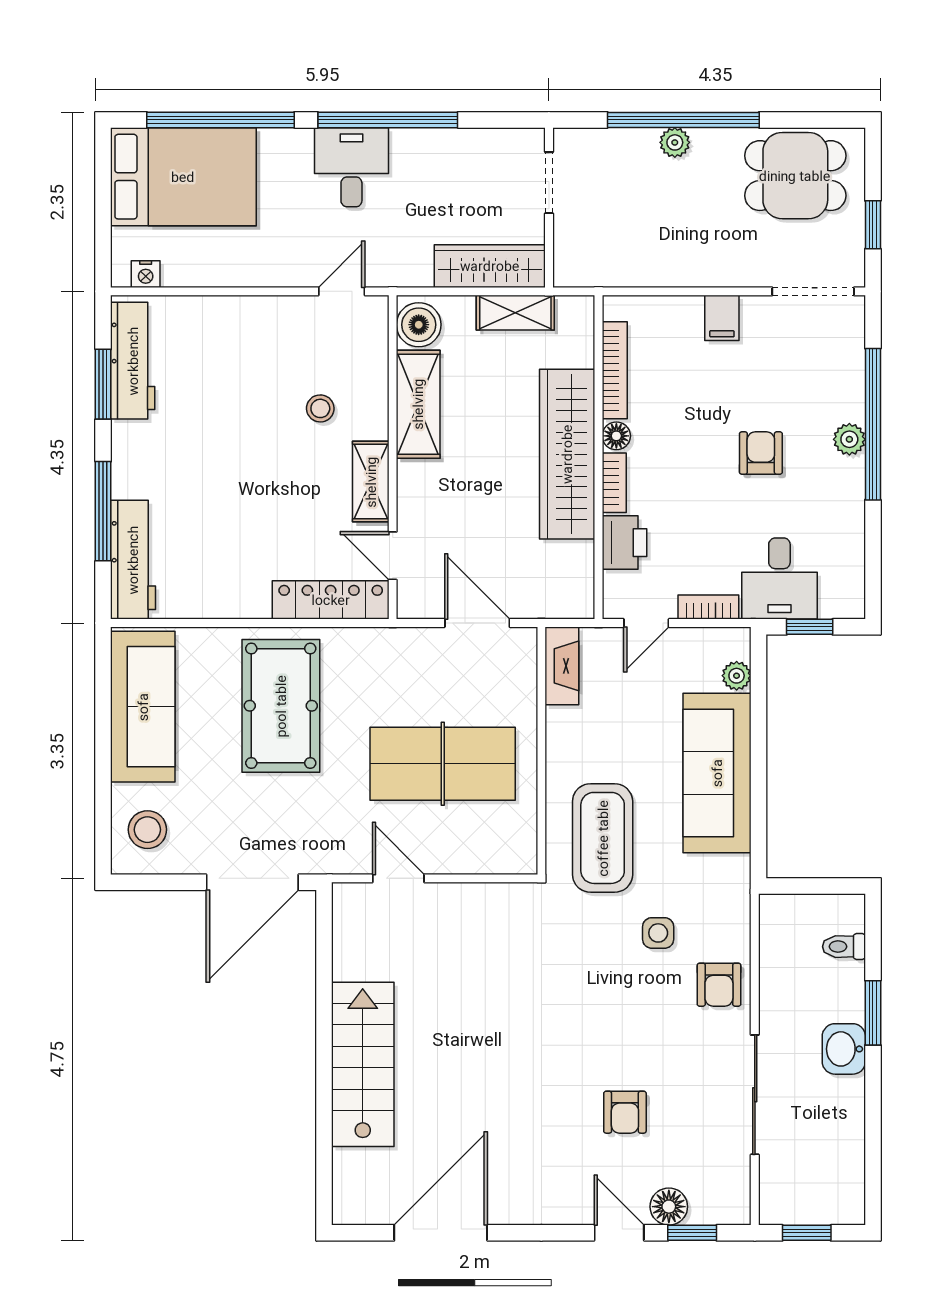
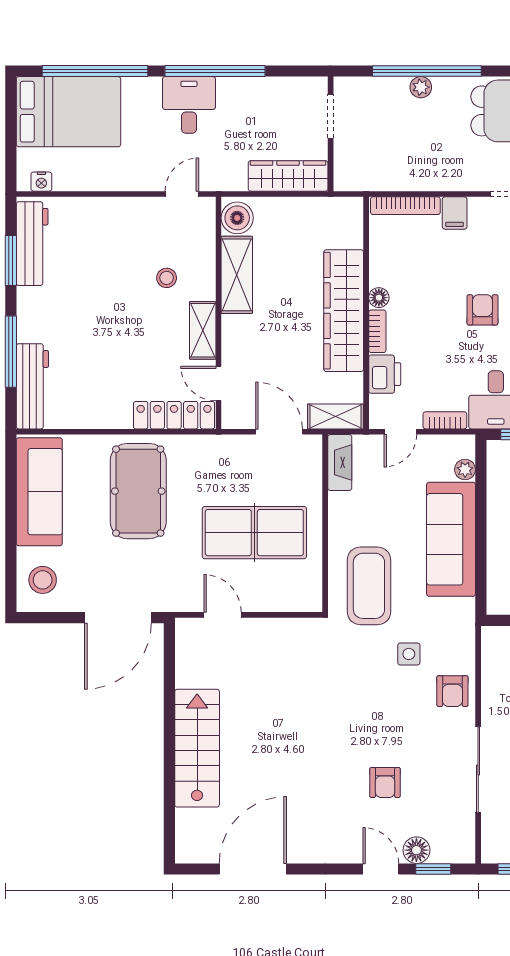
shelving: (515, 313) -> (335, 416), moved
bookcase: (615, 370) -> (405, 206), moved, turned 90

